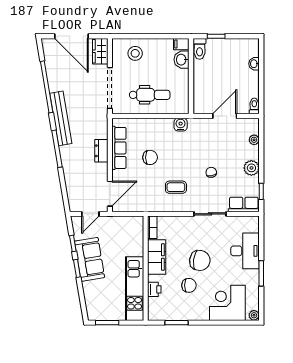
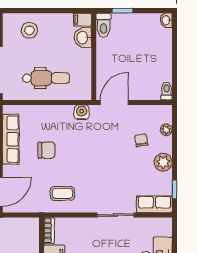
washbasin: (254, 64) -> (166, 20), moved
door: (225, 116) -> (114, 103), moved
chair: (211, 172) -> (141, 140), moved
coffee table: (176, 187) -> (62, 193), moved

